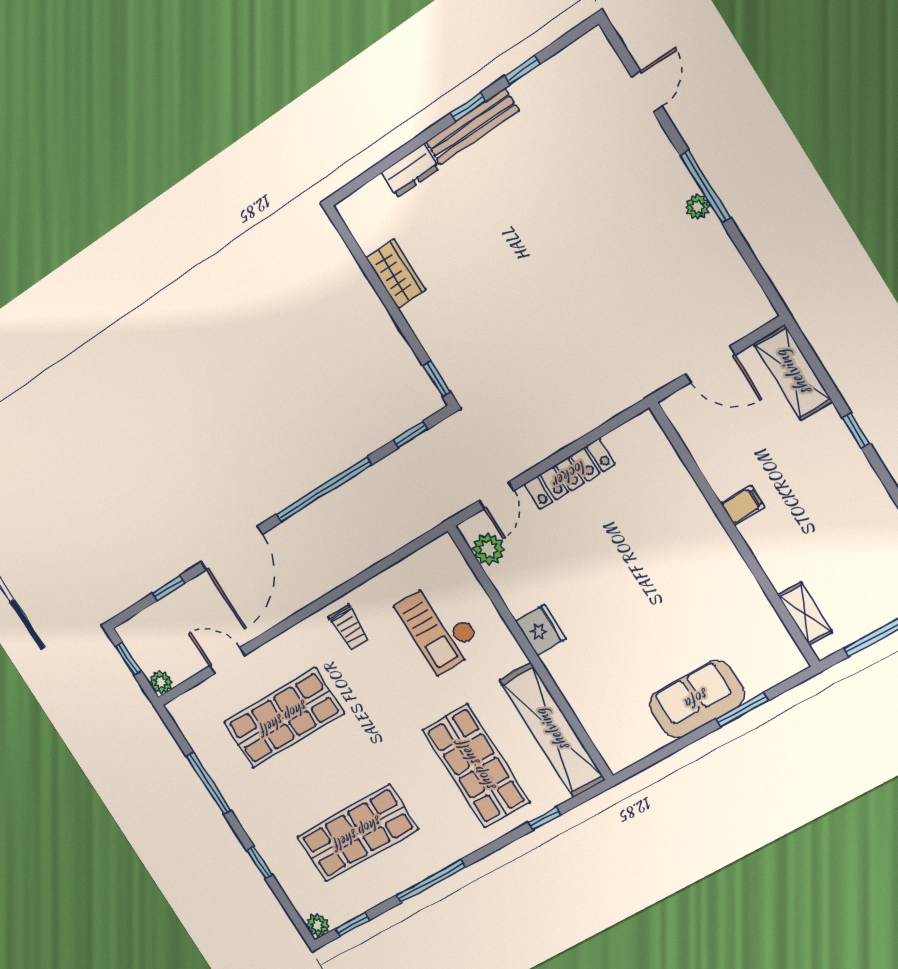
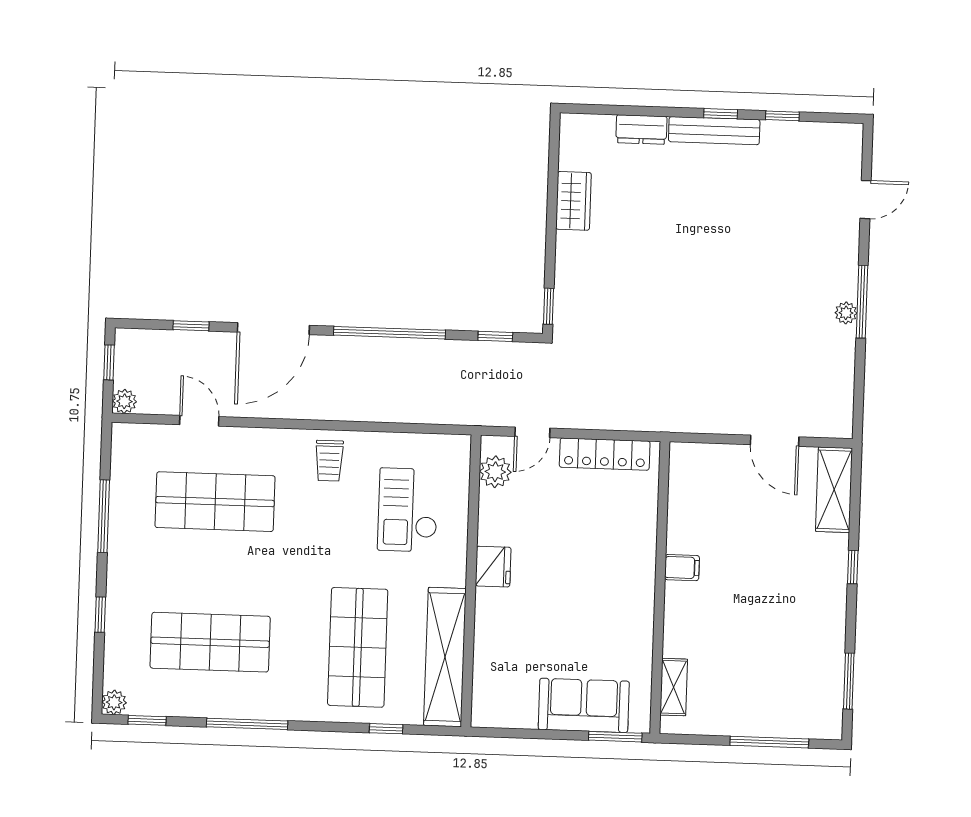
filing cabinet: (743, 505) -> (682, 568), moved
wall: (735, 535) -> (660, 588), moved
shelving: (805, 614) -> (674, 687), moved

